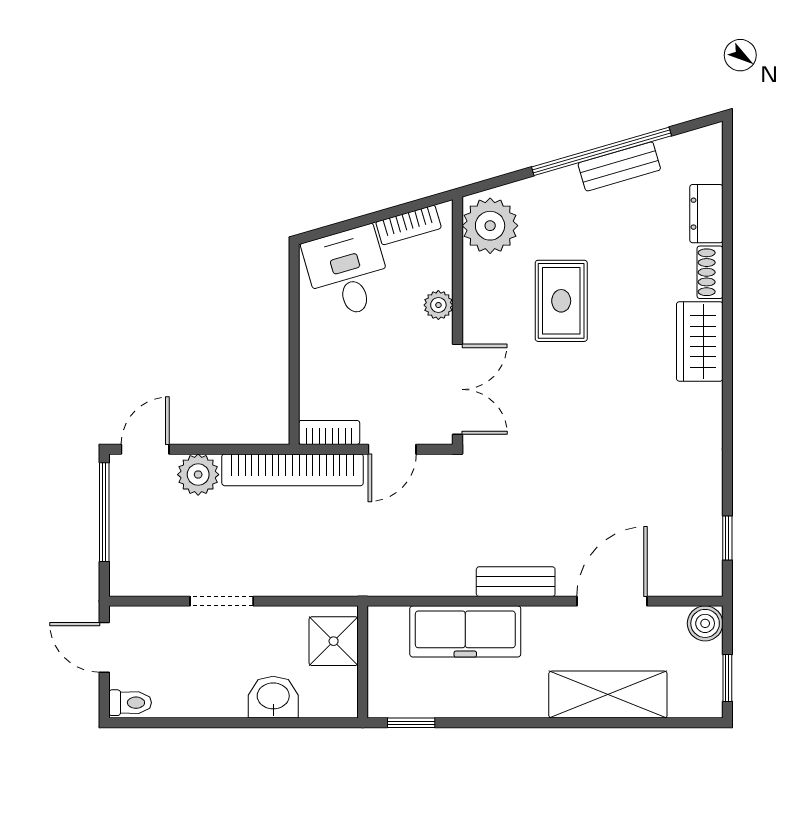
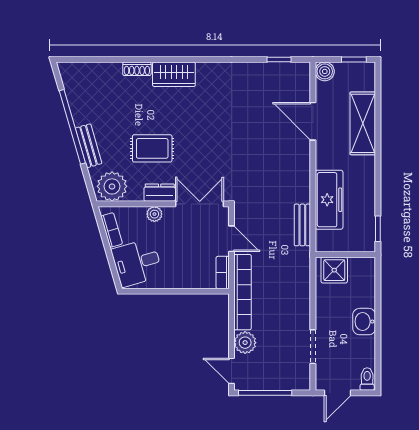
bench: (619, 166) -> (89, 146), moved
dresser: (706, 214) -> (160, 193), moved, turned 180
bench: (516, 582) -> (302, 225), moved
doorway: (222, 601) -> (313, 347), moved
washbasin: (273, 697) -> (364, 322), moved

